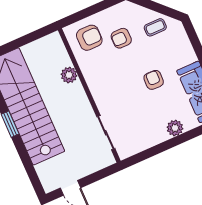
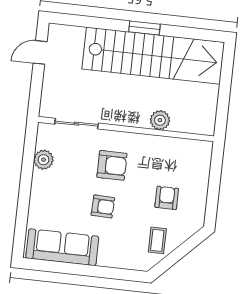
armchair: (89, 38) -> (112, 165), moved, turned -90
plant: (175, 128) -> (44, 160), moved

